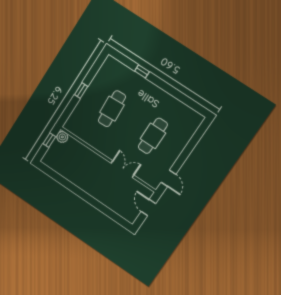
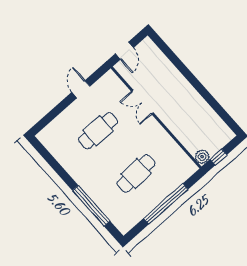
window: (142, 71) -> (91, 206), width x3.17
window: (81, 90) -> (166, 204), width x3.17
door: (168, 178) -> (81, 89), moved

